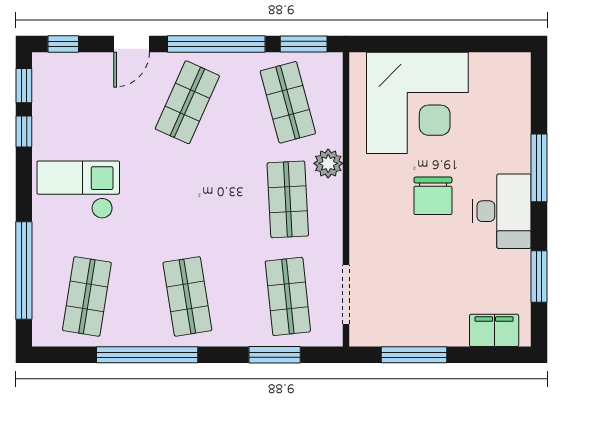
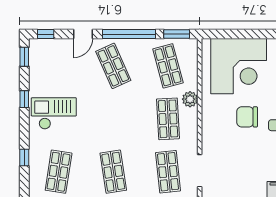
shop shelf: (187, 102) -> (113, 66), turned -48
window: (24, 131) -> (24, 99), moved
chair: (433, 196) -> (247, 117), turned 90
window: (24, 271) -> (24, 158), width x0.32

